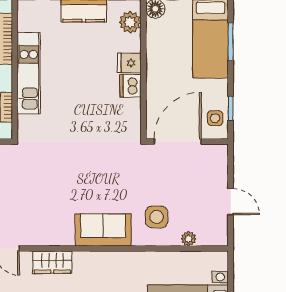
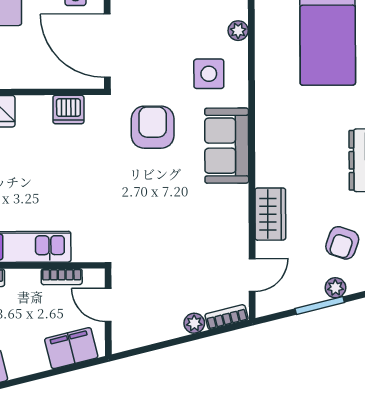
dishwasher: (130, 86) -> (68, 109), moved
armchair: (117, 175) -> (153, 127), added

